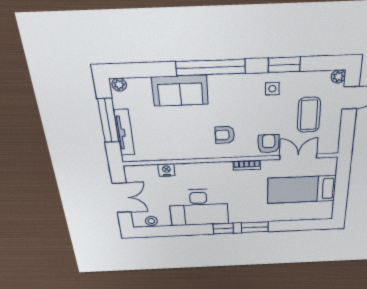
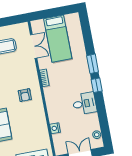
armchair: (269, 144) -> (27, 67), removed
double door: (298, 157) -> (34, 46), swing flipped
desk: (199, 207) -> (84, 103), width x0.53, depth x0.77

